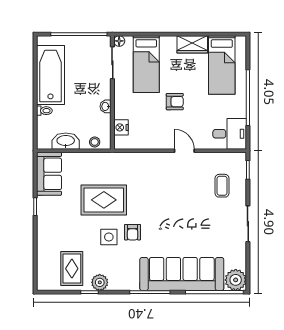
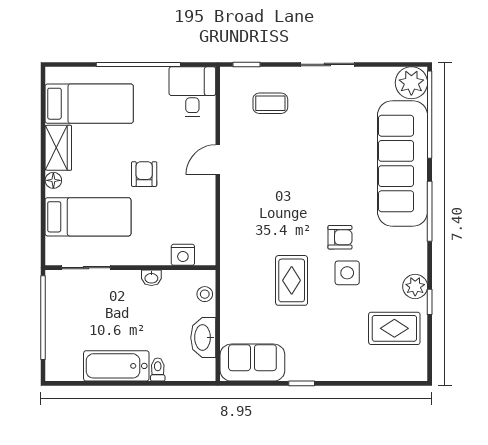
floor lamp: (119, 41) -> (53, 180), moved
bathtub: (50, 75) -> (116, 366), width x0.73, depth x0.73
rug: (104, 200) -> (292, 280), width x0.73, depth x0.70

